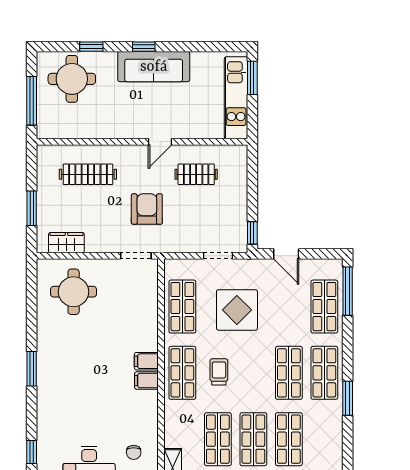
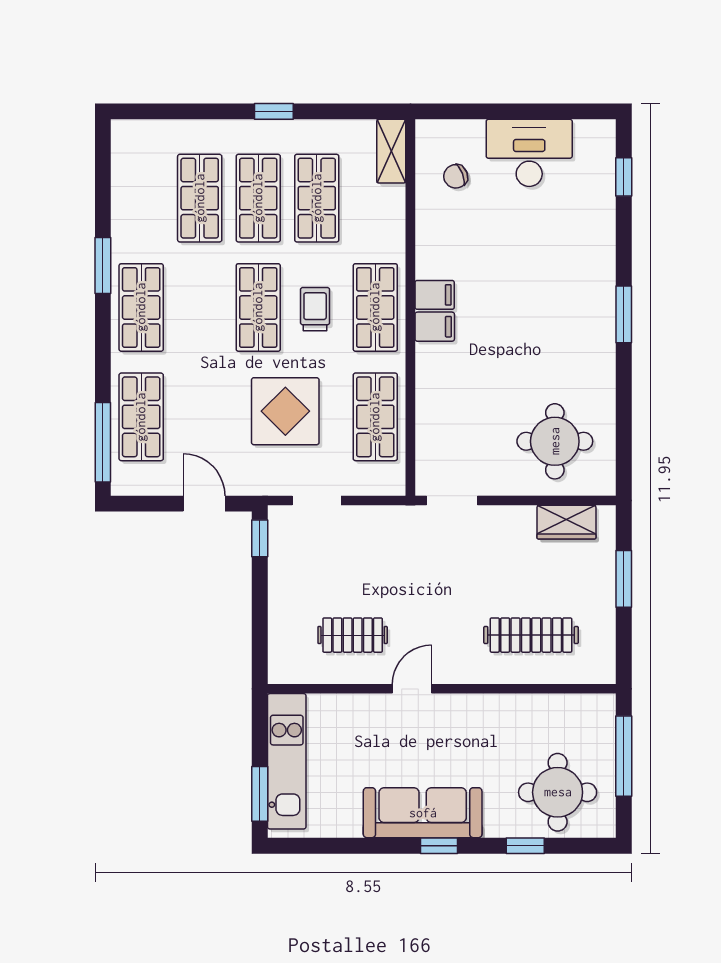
armchair: (147, 209) -> (434, 578), removed
trolley: (219, 372) -> (315, 309), turned 180
shop shelf: (289, 373) -> (258, 307), moved
chair: (134, 452) -> (456, 176), turned -111

